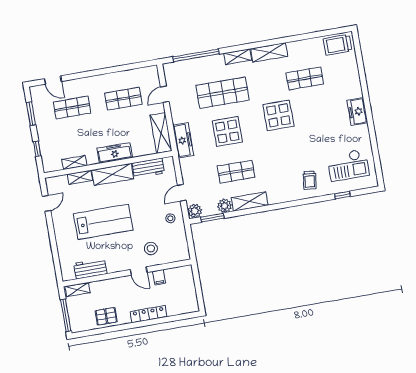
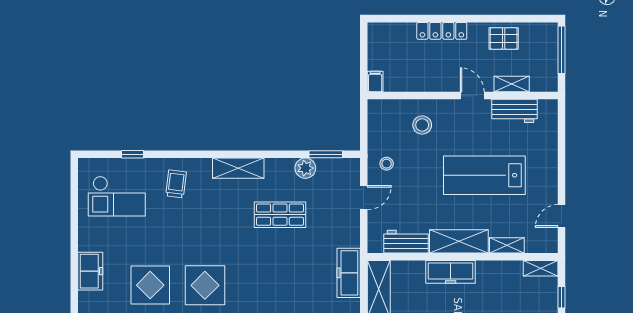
display table: (227, 131) -> (150, 285), moved
shelving: (74, 162) -> (541, 268), moved
checkout: (348, 165) -> (117, 196), turned 180
shelving: (250, 202) -> (238, 168), moved
plant: (195, 211) -> (350, 168), removed
door: (139, 271) -> (472, 96), moved
filing cabinet: (159, 277) -> (375, 82), moved
shelving: (78, 290) -> (512, 84), moved

